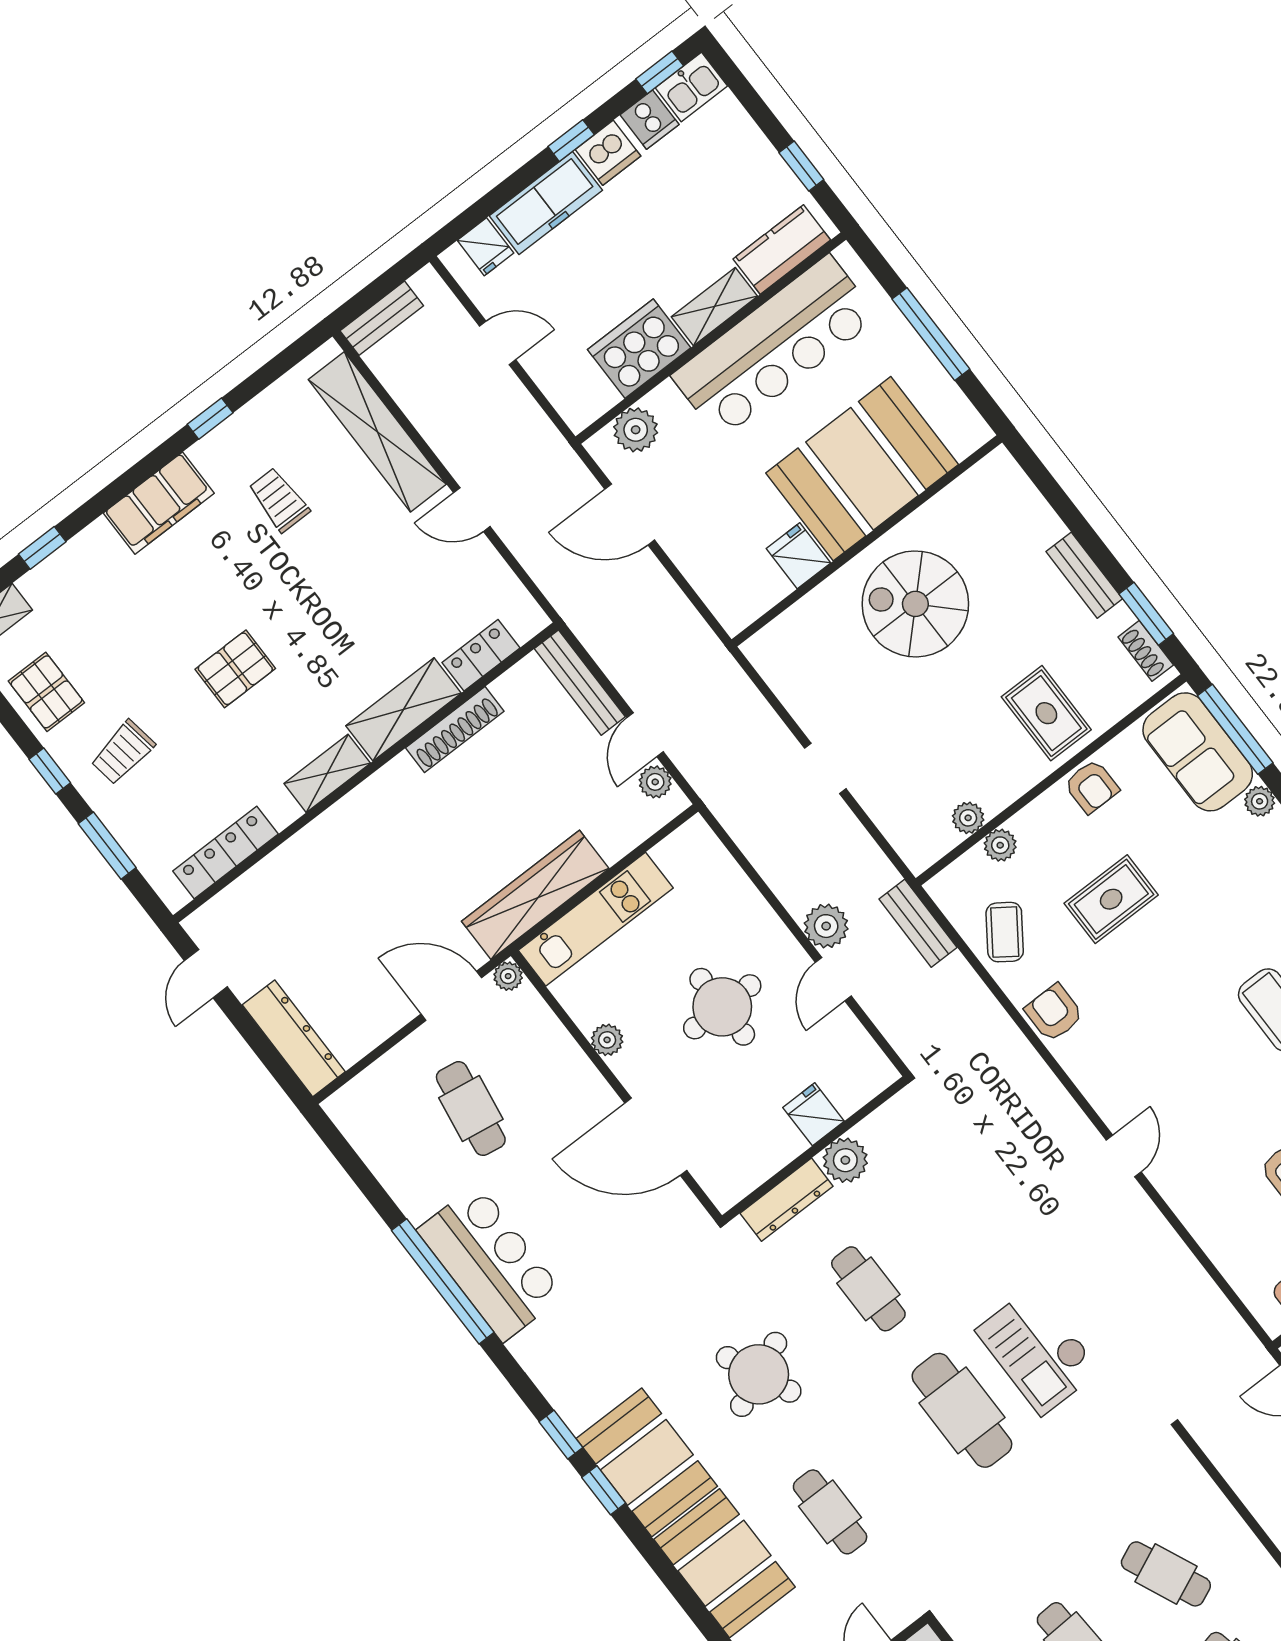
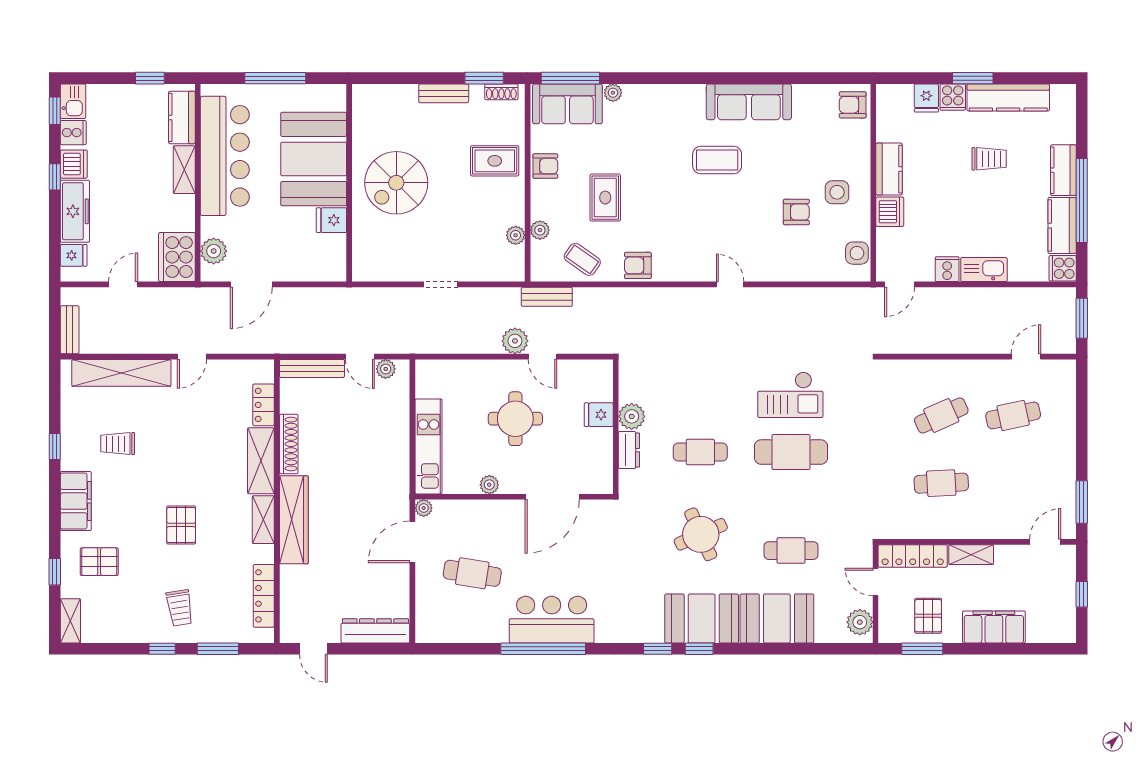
cooker: (639, 349) -> (177, 257), moved
pallet: (46, 692) -> (99, 562), moved
wardrobe: (535, 895) -> (294, 520), moved, turned 180
dresser: (787, 1200) -> (629, 450), width x0.70

